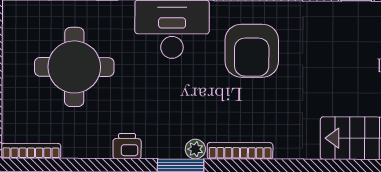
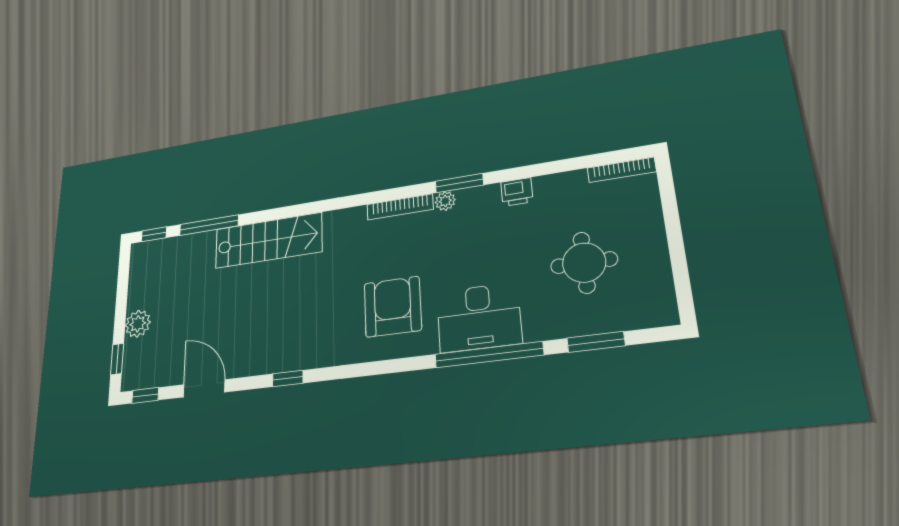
round table: (74, 67) -> (584, 263), width x0.73, depth x0.73

